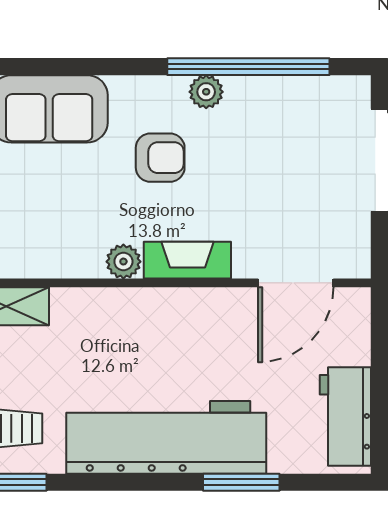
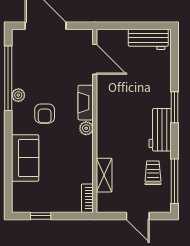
armchair: (160, 158) -> (45, 114), turned 180
workbench: (166, 437) -> (160, 130), width x0.53, depth x0.76
window: (241, 482) -> (175, 107), moved

